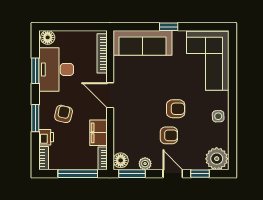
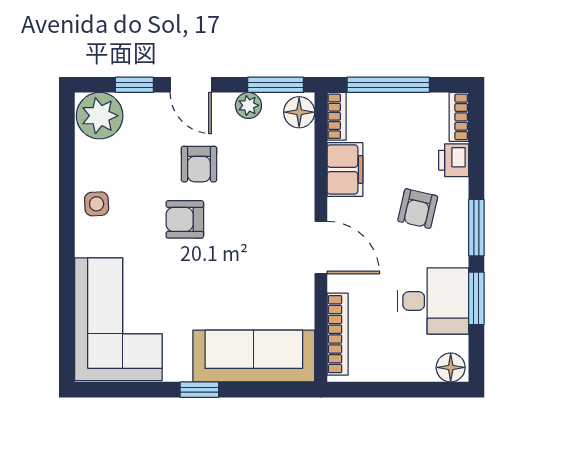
desk: (56, 69) -> (433, 301), width x0.73
window: (35, 118) -> (476, 228), moved
armchair: (169, 135) -> (199, 164), turned -90

